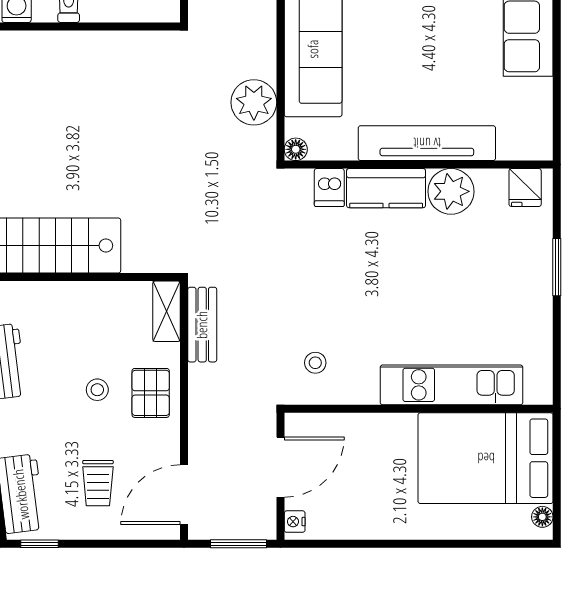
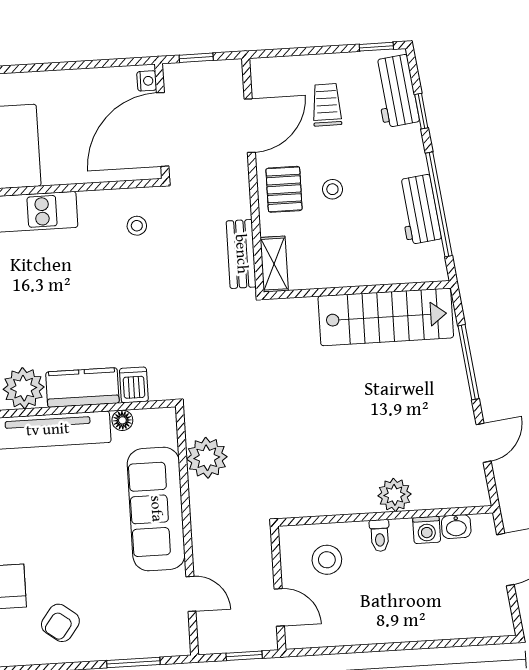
plant: (50, 49) -> (394, 495), added
floor lamp: (296, 149) -> (122, 420), moved
door: (280, 467) -> (163, 129), width x1.36
door: (184, 495) -> (250, 126), moved
window: (239, 544) -> (196, 58), width x0.67

